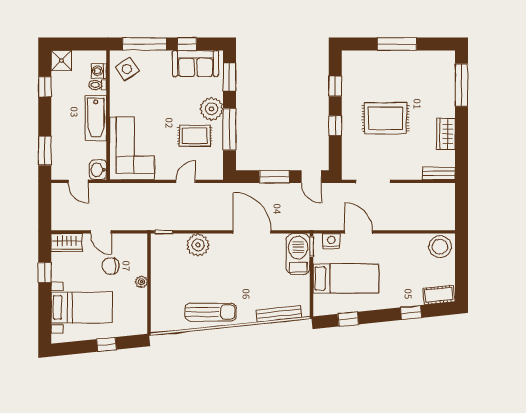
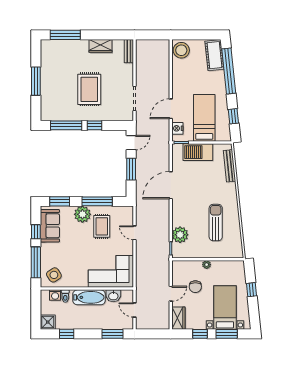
window: (335, 86) -> (66, 125), width x2.17
washbasin: (98, 170) -> (113, 296), moved
door: (78, 181) -> (135, 310), swing flipped
plant: (198, 245) -> (180, 235), moved
barbecue: (298, 254) -> (198, 152), moved
cot: (439, 295) -> (214, 55), width x1.37, depth x1.34
window: (45, 310) -> (227, 334), added
sun lounger: (211, 312) -> (216, 223), moved
window: (411, 313) -> (229, 71), width x3.17

